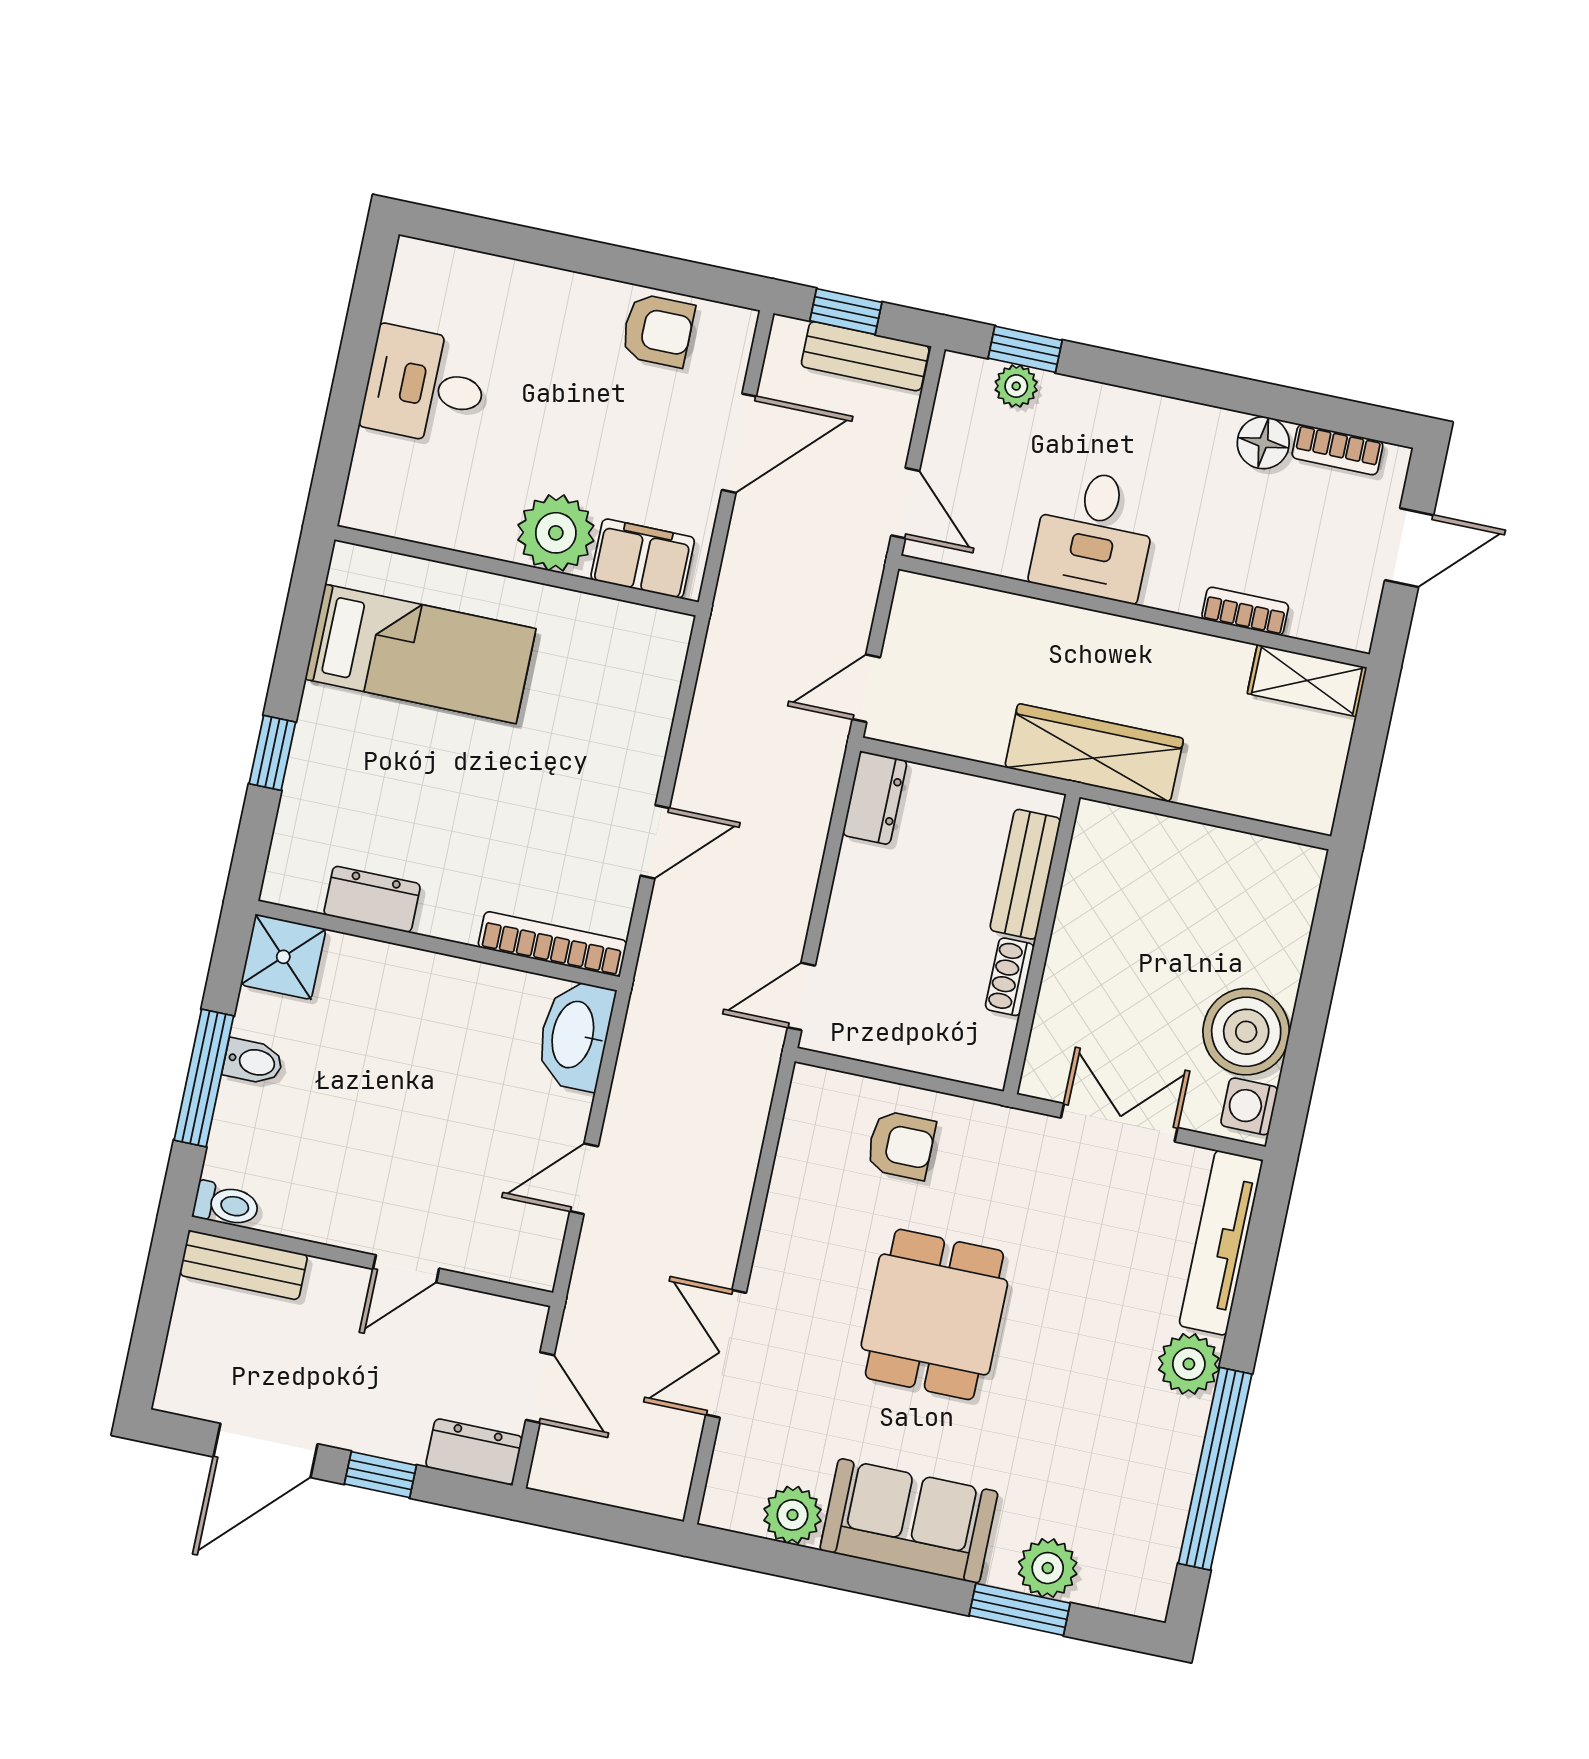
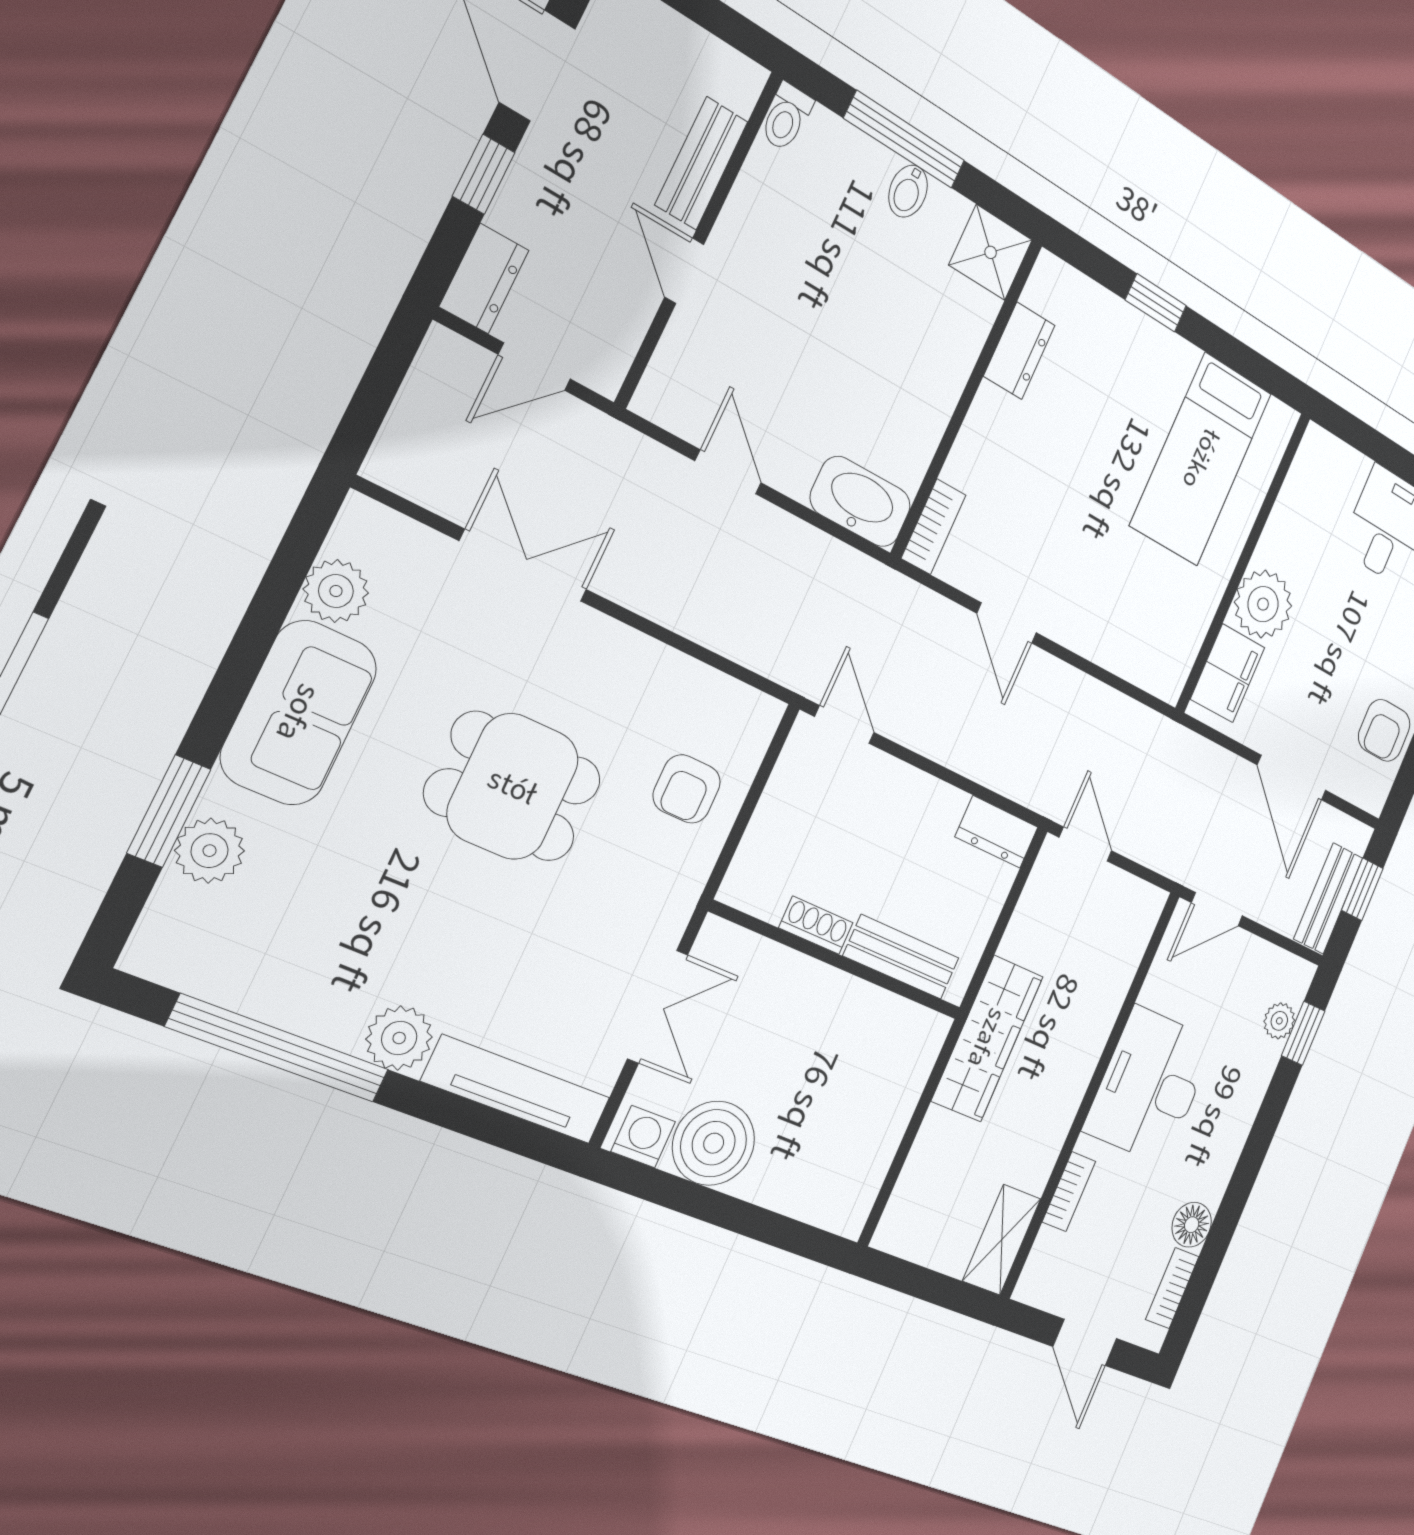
desk: (1094, 535) -> (1150, 1085), width x1.37
bookcase: (552, 944) -> (934, 527), width x0.64
bench: (244, 1265) -> (701, 163), moved

